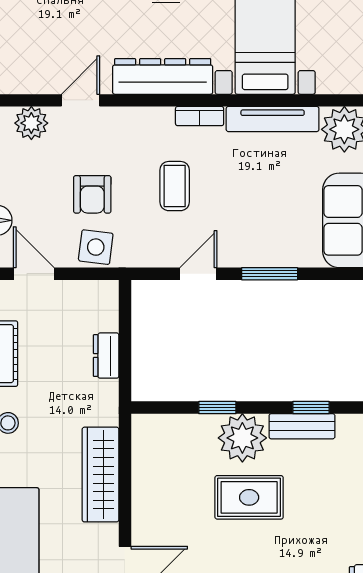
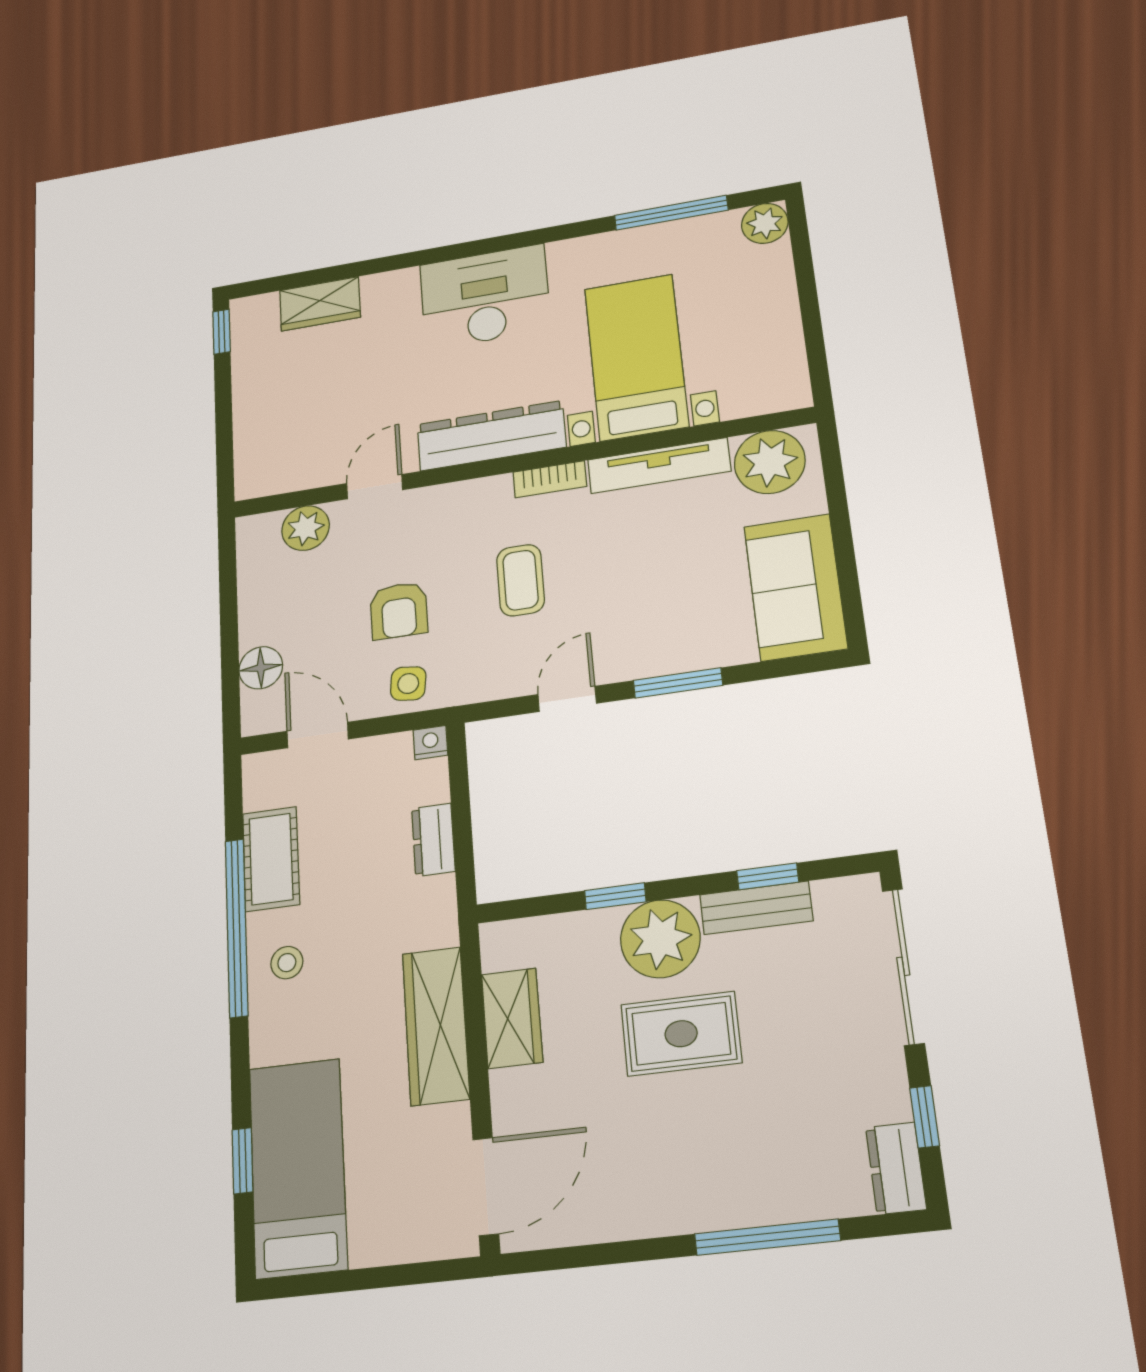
side table: (96, 247) -> (408, 684), width x0.73, depth x0.73
nightstand: (108, 290) -> (430, 743), added
wardrobe: (148, 476) -> (512, 1018), added

